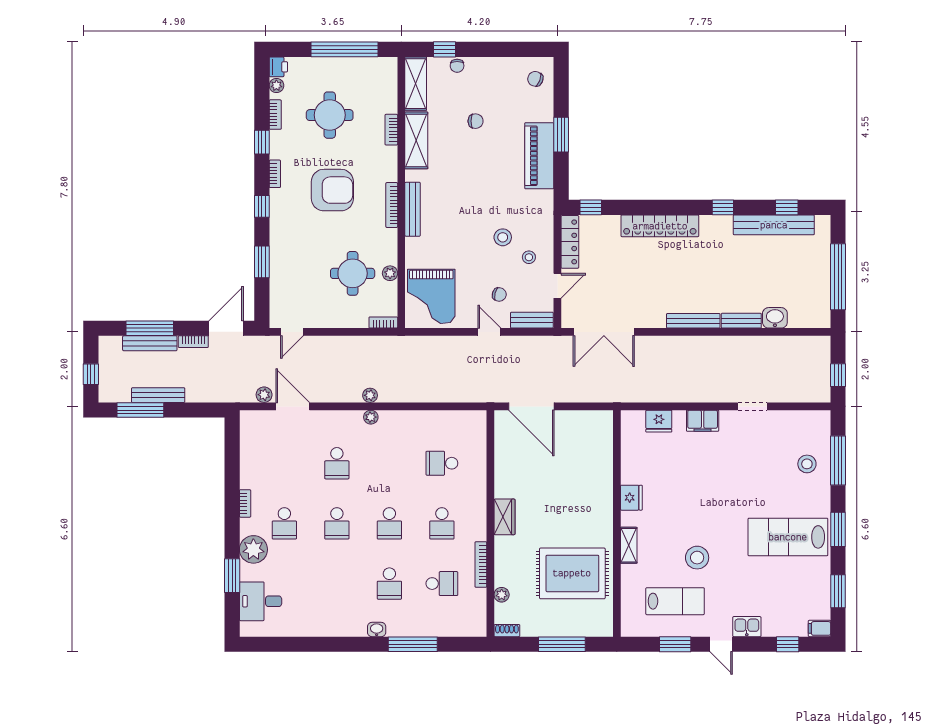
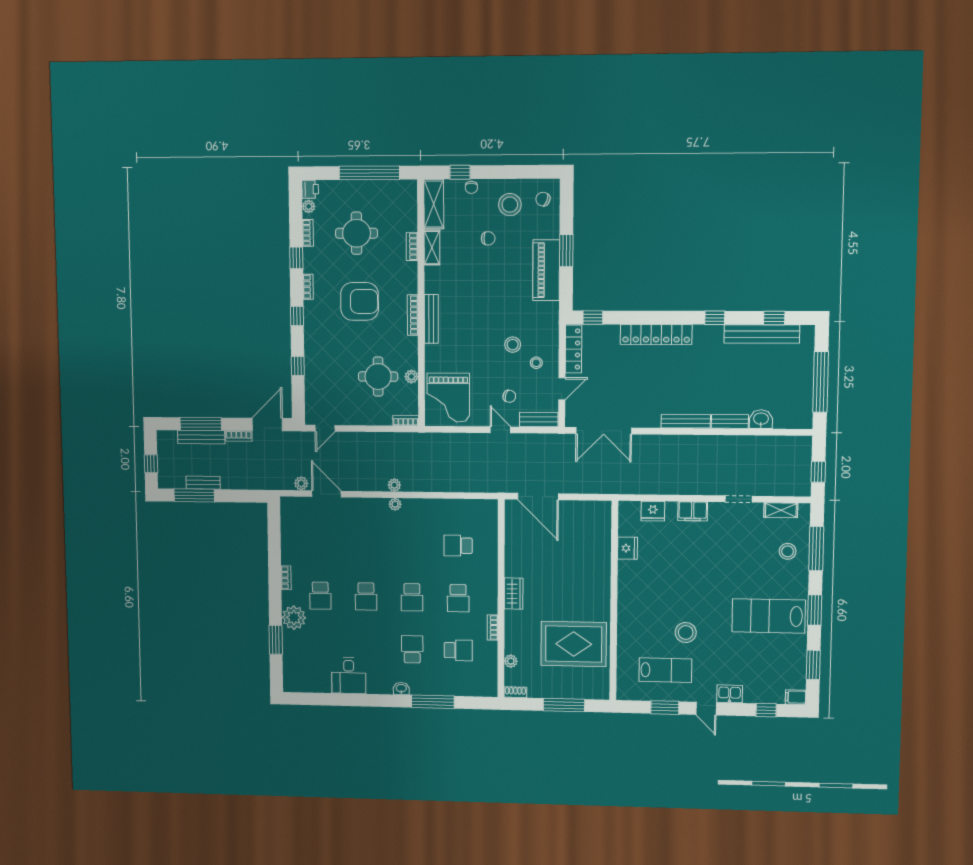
stool: (499, 85) -> (510, 205), added
shelving: (416, 140) -> (432, 248), width x0.67, depth x0.75
window: (262, 262) -> (298, 366), width x0.67
bench: (158, 395) -> (203, 483), width x0.73
school desk: (337, 463) -> (366, 544), removed
fridge: (631, 498) -> (627, 548), moved
shelving: (629, 545) -> (781, 510), moved, turned 90
bookcase: (481, 564) -> (493, 627), width x0.64
school desk: (389, 584) -> (412, 649), turned 180
desk: (261, 601) -> (349, 675), moved, turned -90

